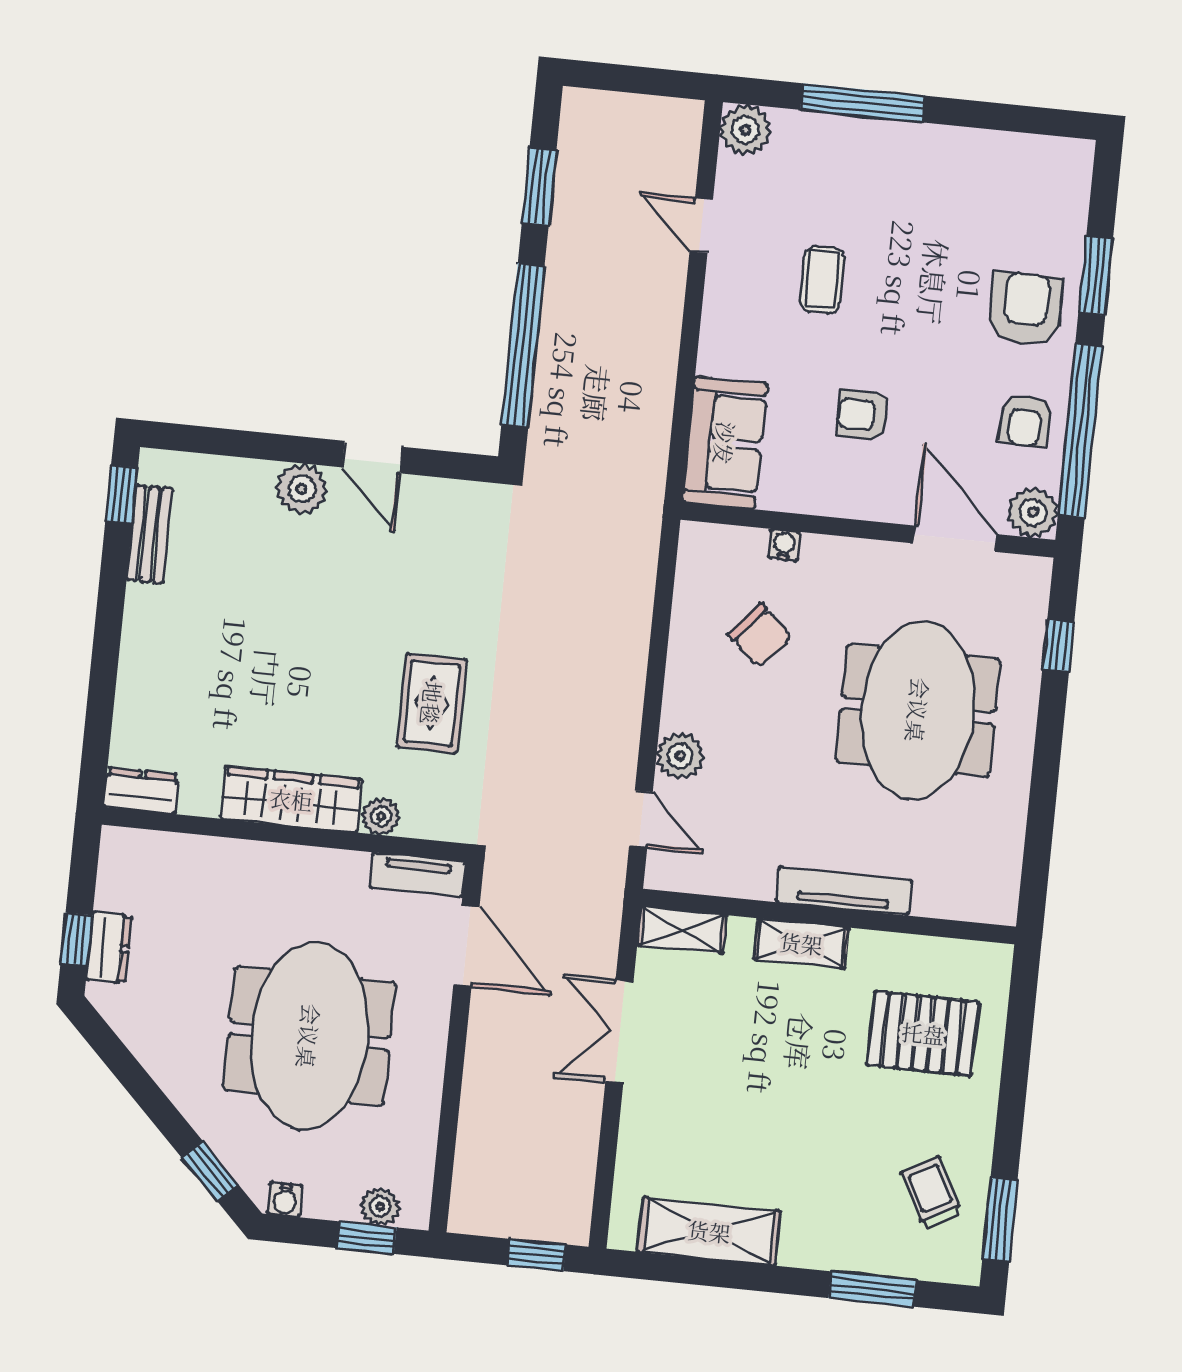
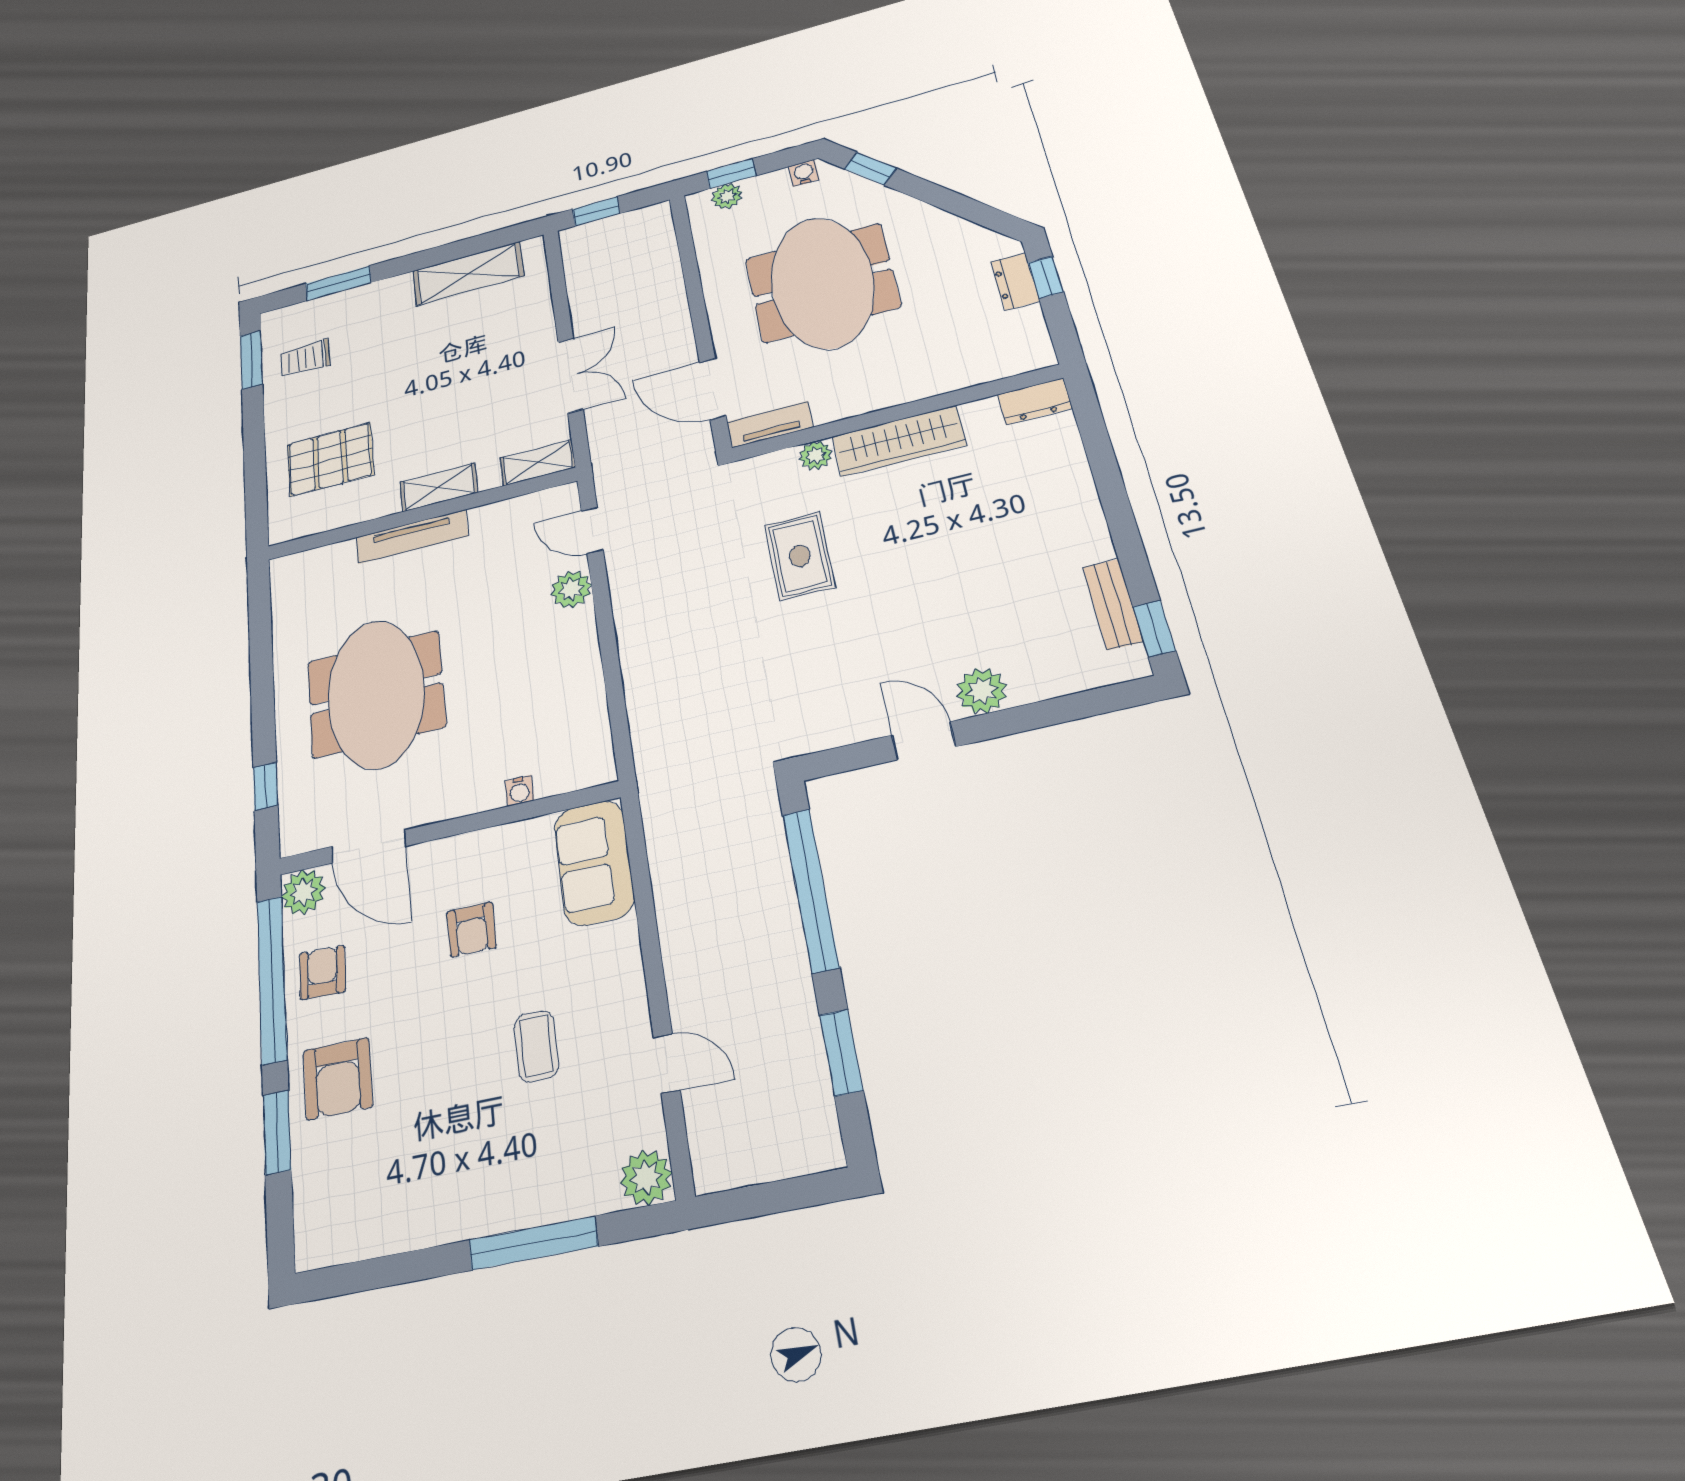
armchair: (863, 415) -> (471, 930), turned 90
chair: (760, 635) -> (524, 708), removed
trolley: (932, 1193) -> (305, 358), turned 118

